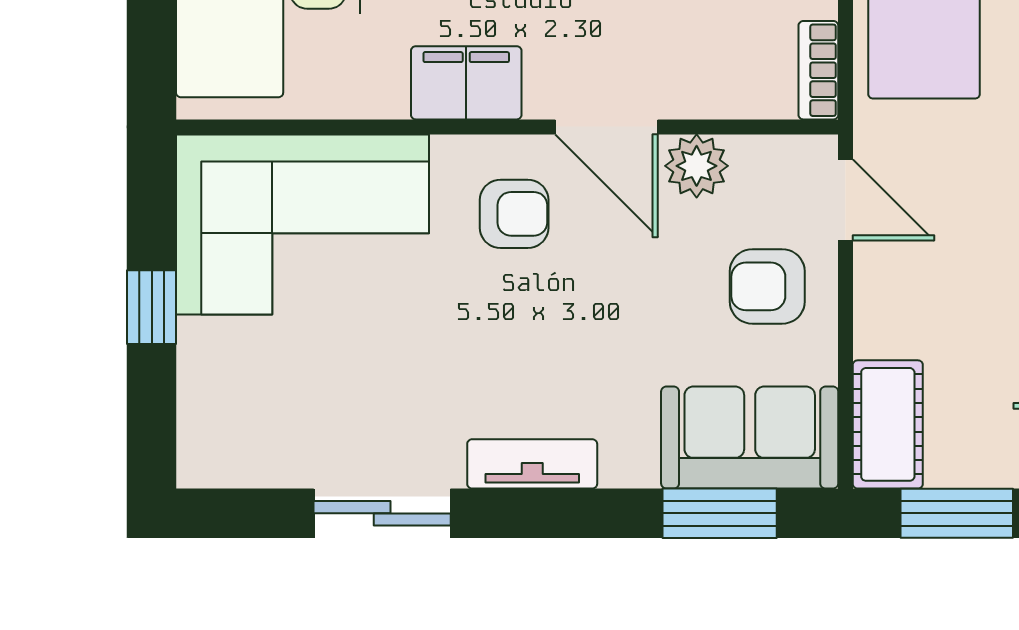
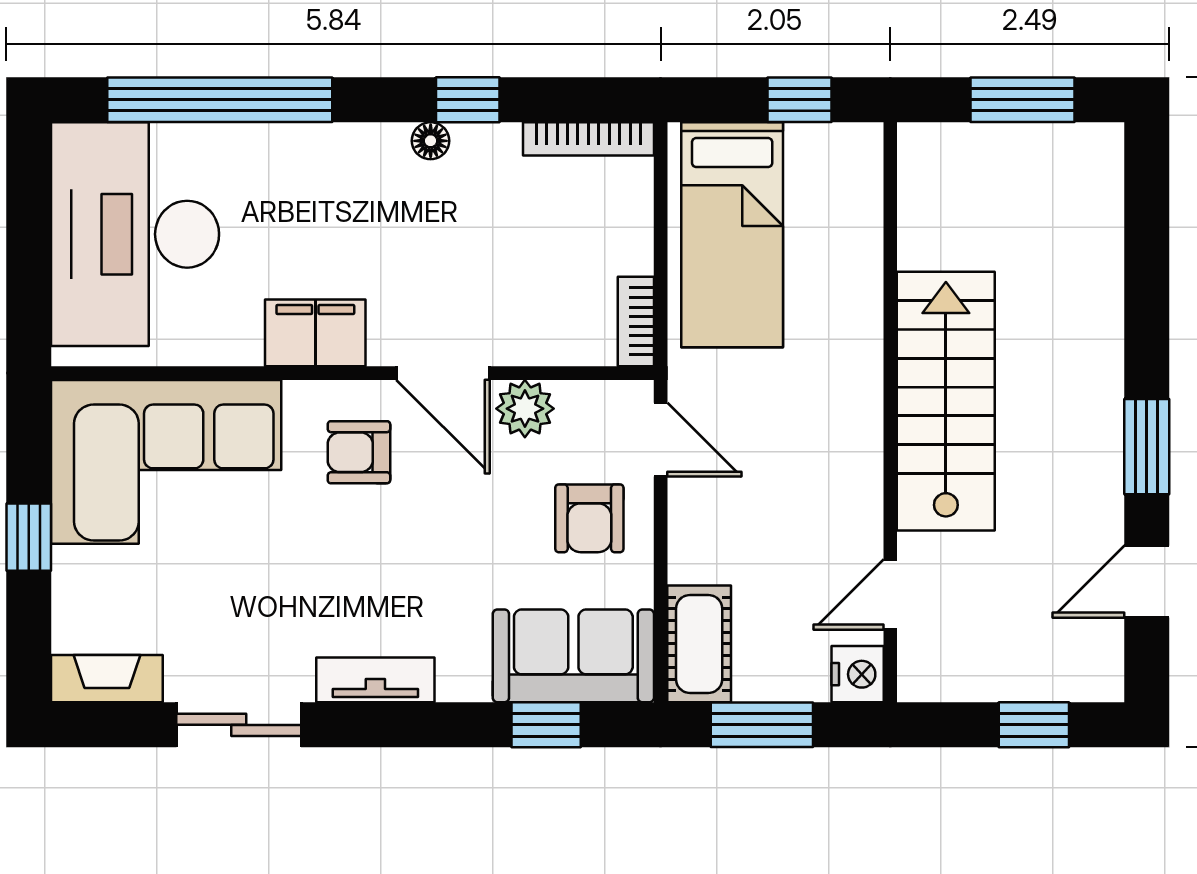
armchair: (514, 214) -> (359, 452), turned 180
armchair: (767, 286) -> (589, 518), turned -90
fireplace: (237, 463) -> (107, 679), added
window: (720, 513) -> (546, 725), width x0.67

